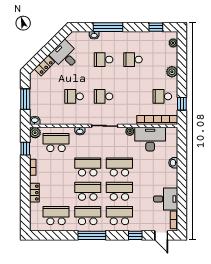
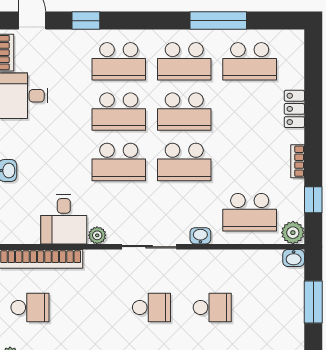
desk: (150, 139) -> (64, 219), width x0.73
window: (92, 235) -> (218, 21), moved

